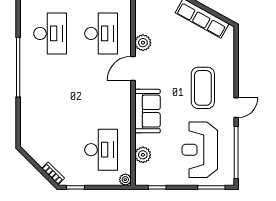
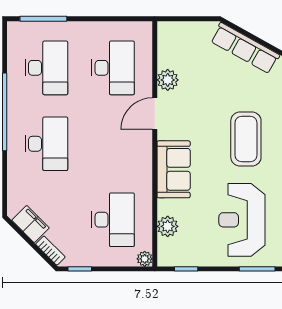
desk: (50, 92) -> (46, 144), added
filing cabinet: (38, 153) -> (30, 224), added

